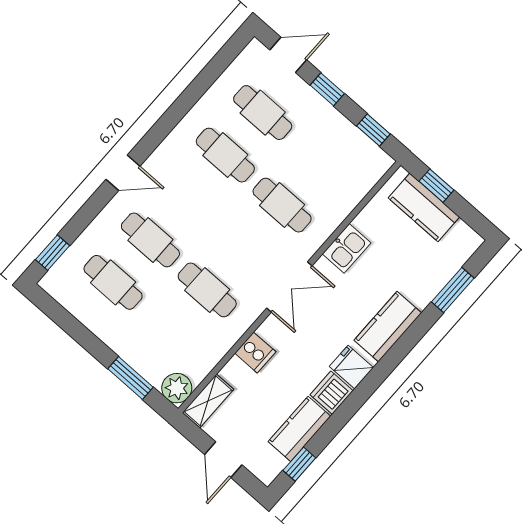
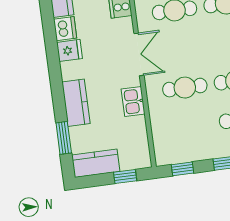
kitchen counter: (424, 207) -> (96, 163), moved
double door: (289, 287) -> (139, 54), swing flipped
kitchen counter: (388, 327) -> (76, 103), moved

